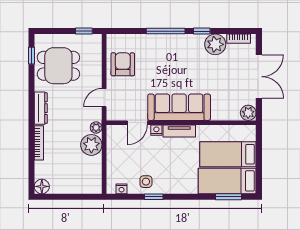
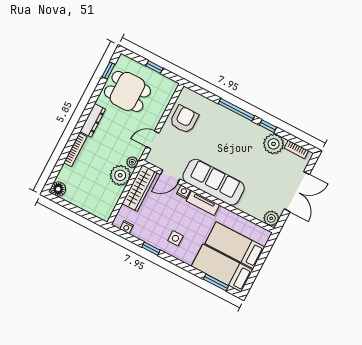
window: (84, 31) -> (154, 67), moved
wardrobe: (115, 147) -> (140, 188), added
side table: (146, 182) -> (175, 238), moved

